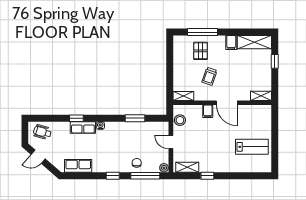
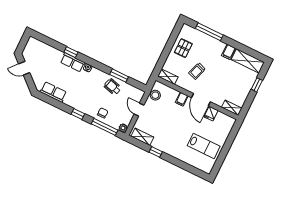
pallet: (201, 51) -> (183, 48), moved
fridge: (244, 112) -> (211, 114), added
wheelchair: (42, 132) -> (113, 87), moved

